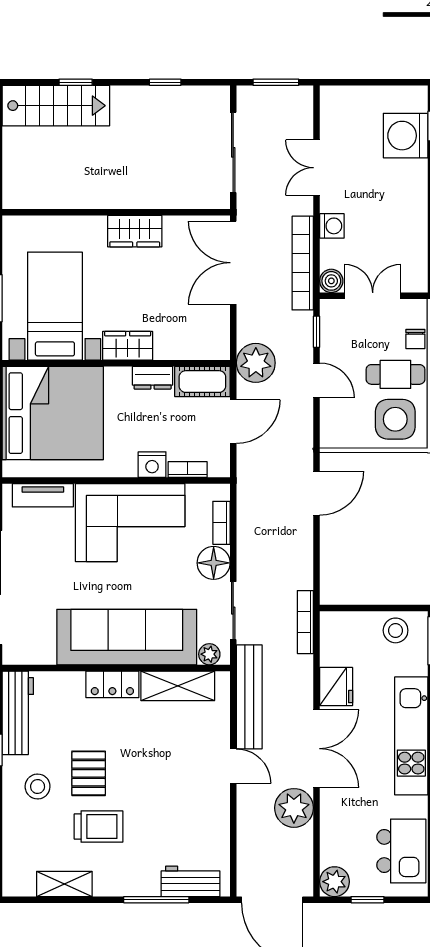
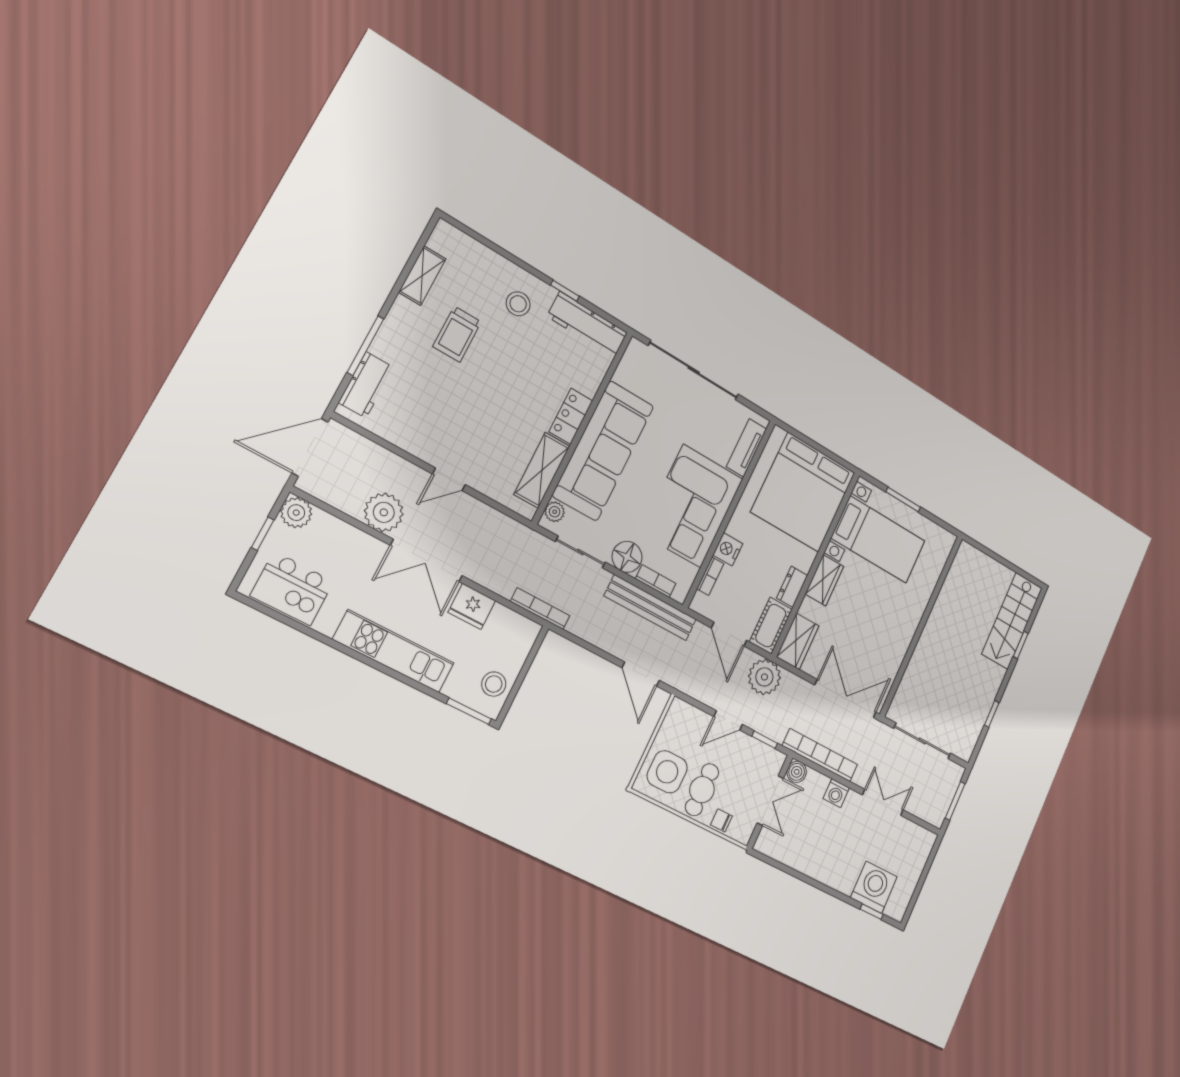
wardrobe: (135, 231) -> (798, 641), moved, turned 180
bench: (249, 697) -> (650, 608), moved
pallet: (89, 773) -> (507, 353), removed

